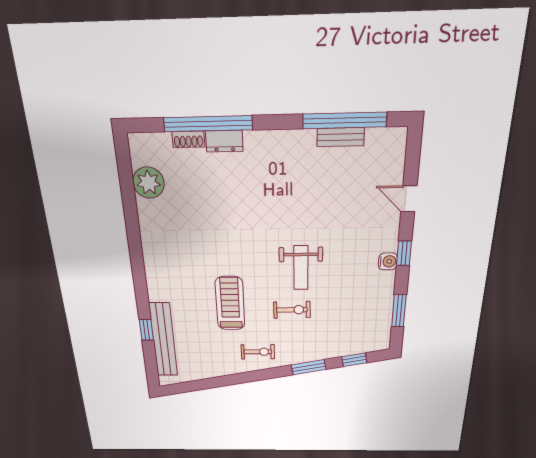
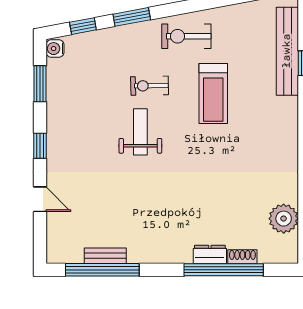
water cooler: (388, 261) -> (55, 49), moved
exercise bike: (258, 352) -> (186, 36), width x1.38, depth x1.39

